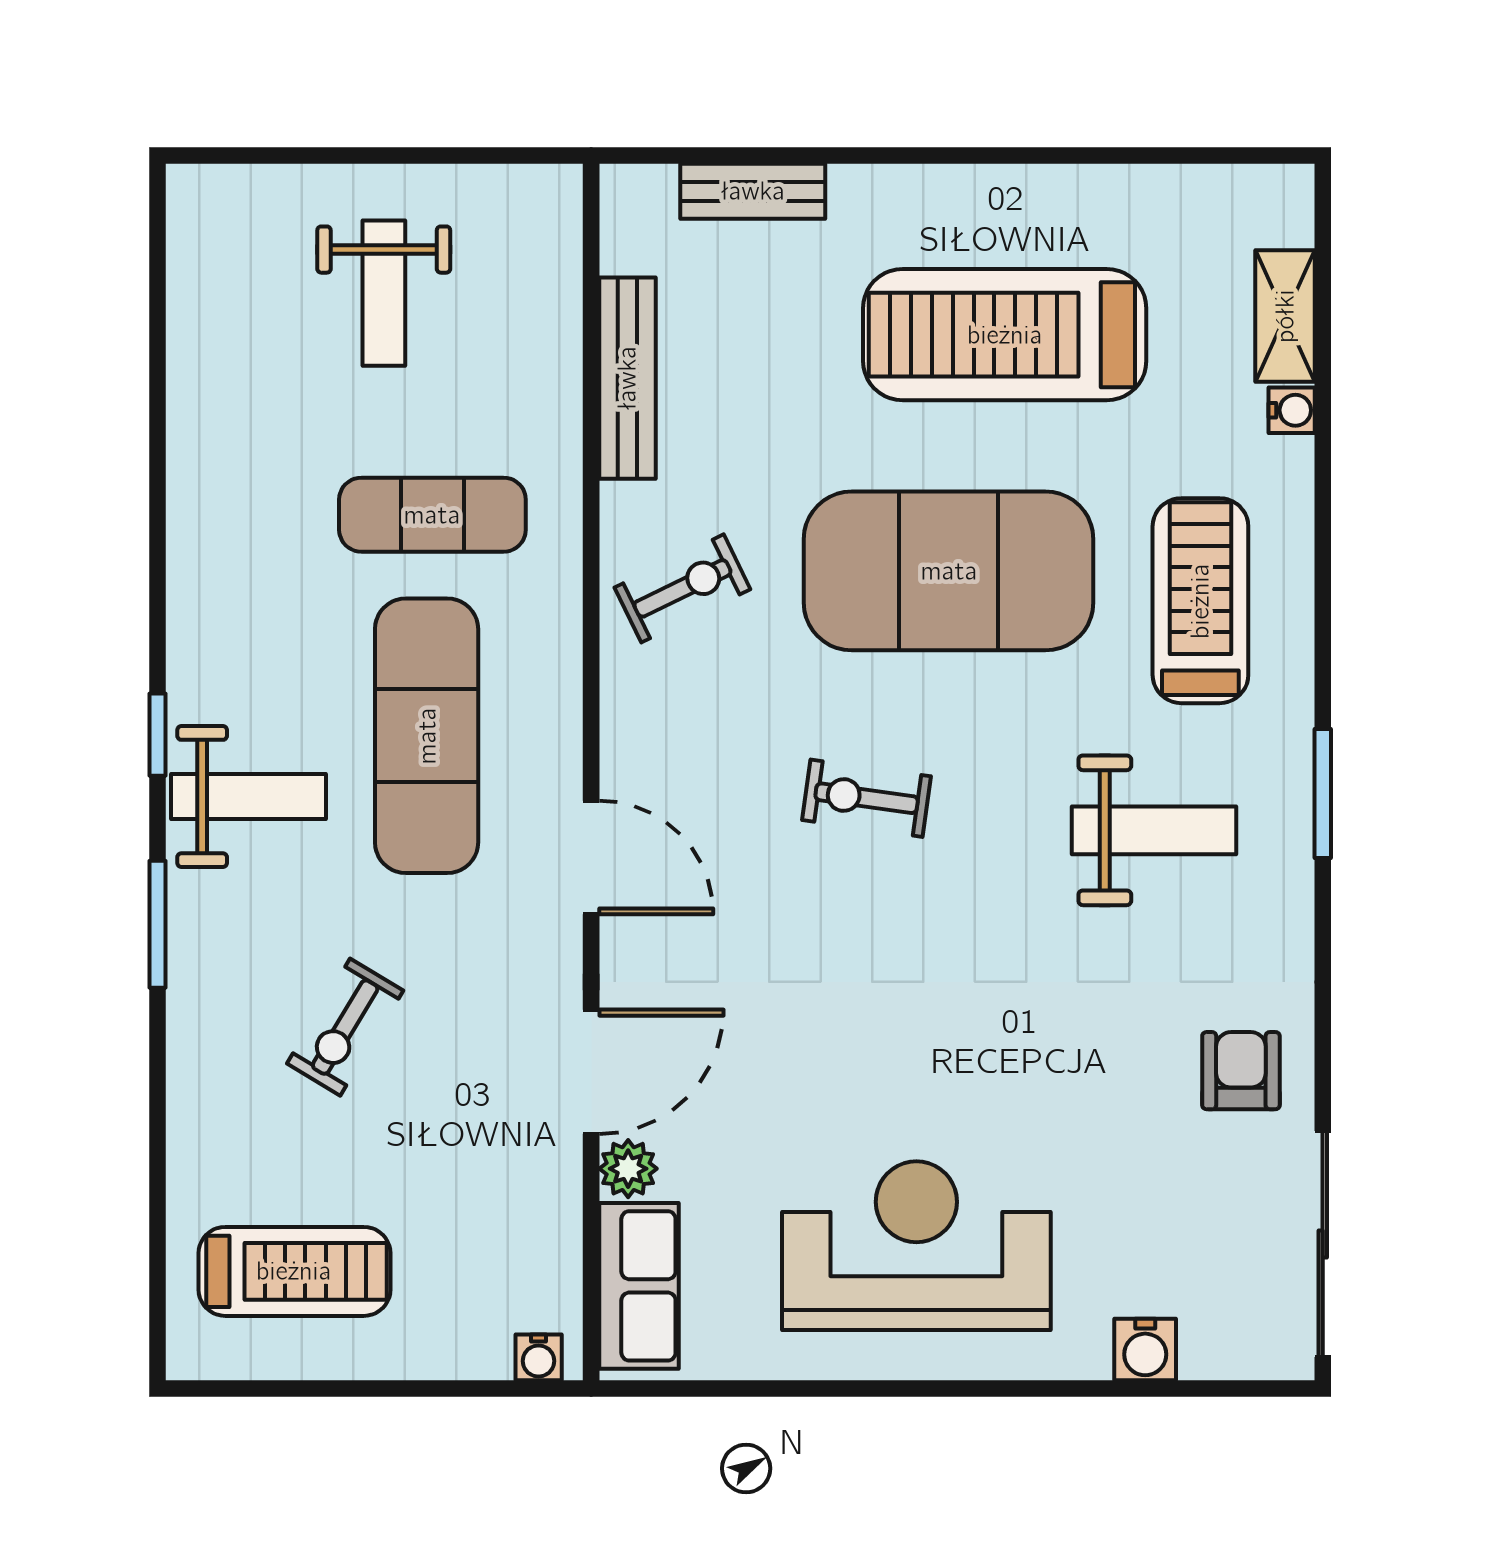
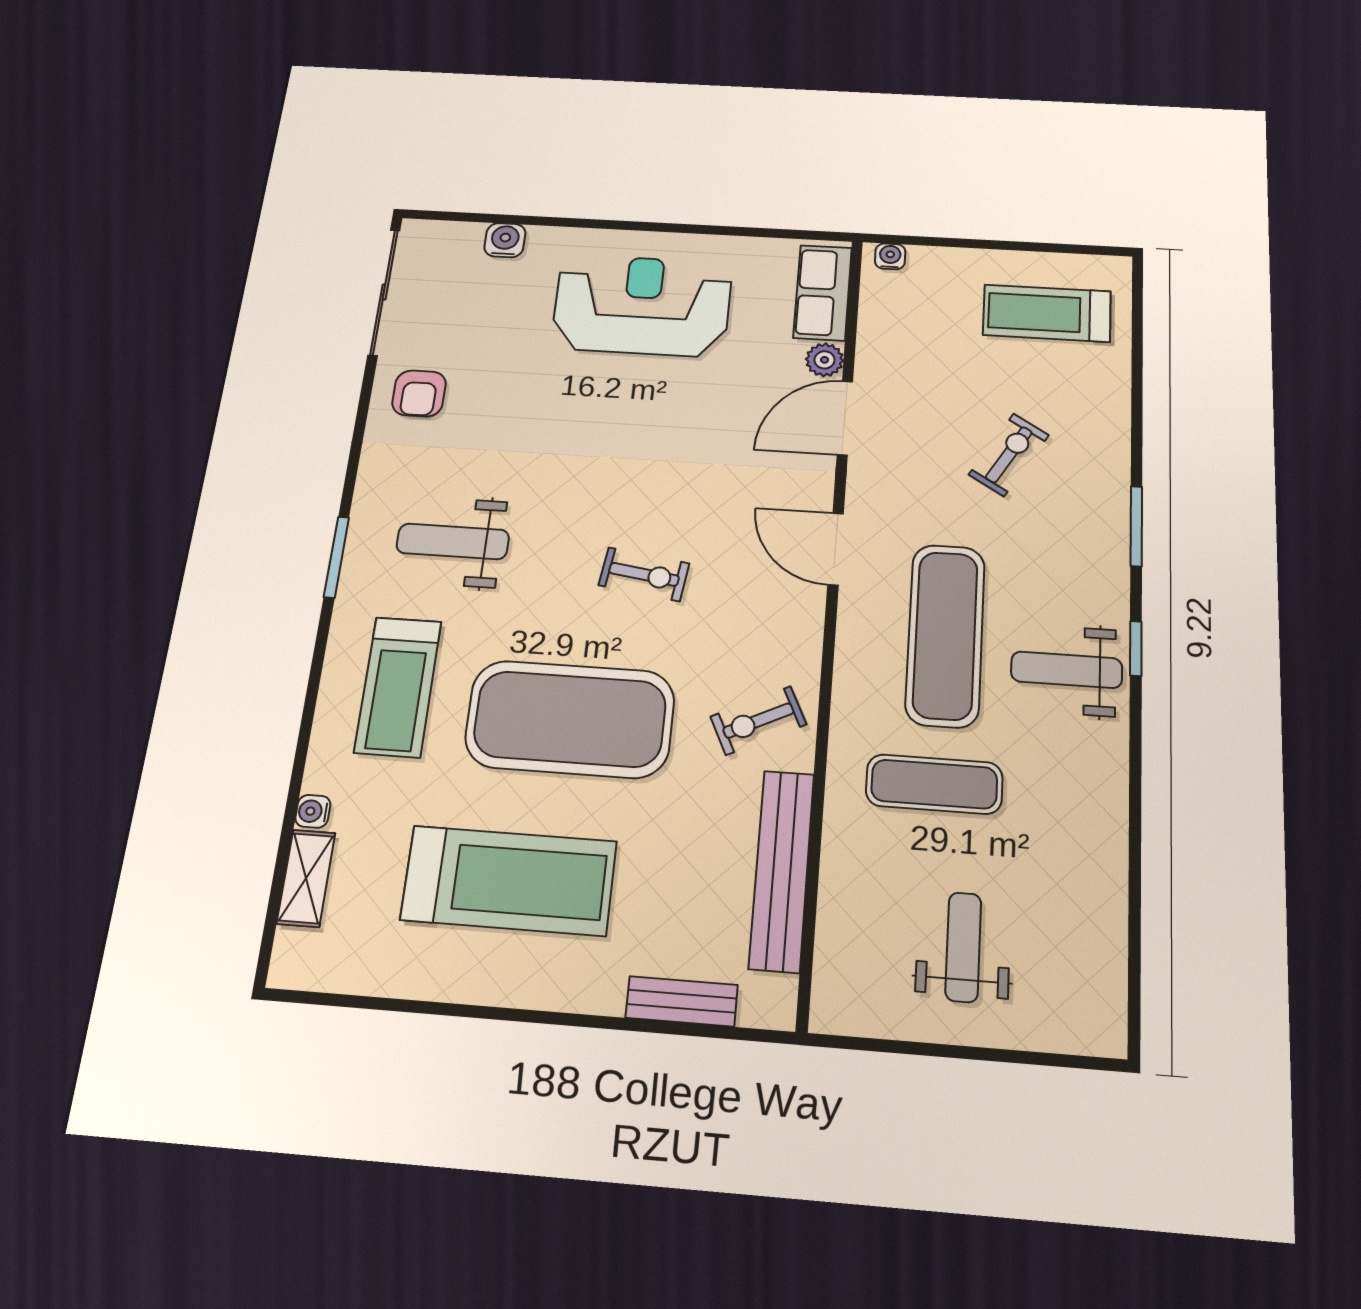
bench: (627, 378) -> (782, 870), width x1.37, depth x1.21
weight bench: (249, 797) -> (1067, 670), moved
reception desk: (916, 1246) -> (642, 305), turned 180

